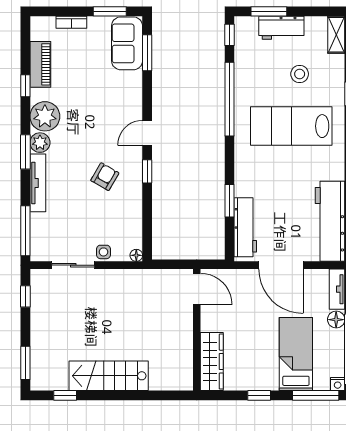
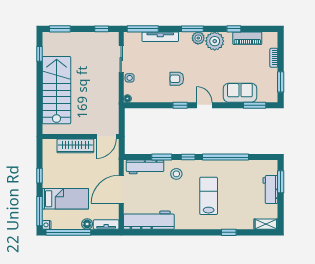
window: (230, 35) -> (188, 157), moved
sofa: (127, 43) -> (240, 93), moved
stool: (300, 74) -> (176, 174), moved
lab bench: (291, 126) -> (209, 196), width x0.73, depth x0.72
armchair: (105, 177) -> (177, 79), turned 150
tv unit: (38, 183) -> (160, 37), moved
wardrobe: (212, 362) -> (75, 146), moved
stairs: (109, 376) -> (57, 90), width x1.36, depth x1.51

